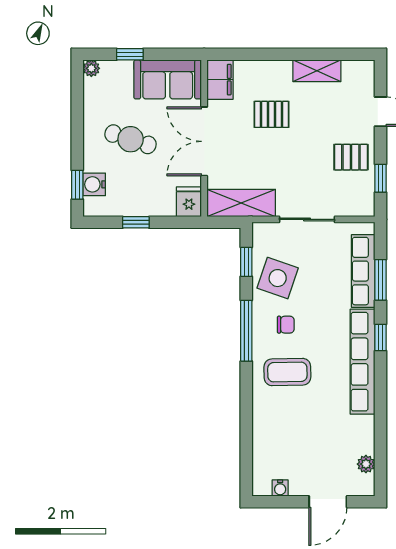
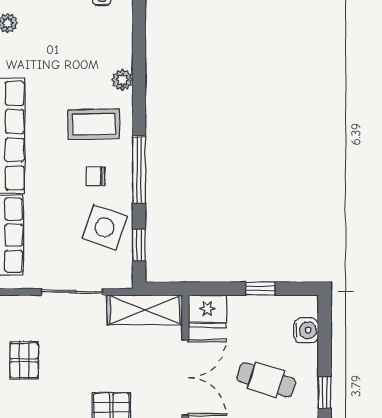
pallet: (351, 157) -> (24, 360), turned 90
window: (77, 185) -> (325, 392), moved
fridge: (189, 202) -> (207, 311), width x1.38
plant: (261, 413) -> (122, 80), added

